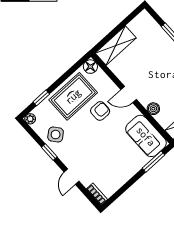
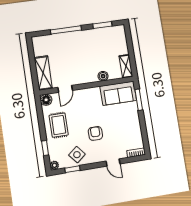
door: (129, 94) -> (65, 89), moved
rug: (73, 96) -> (59, 125), width x0.73, depth x0.70
armchair: (100, 111) -> (95, 133), moved
window: (49, 152) -> (72, 169), moved

